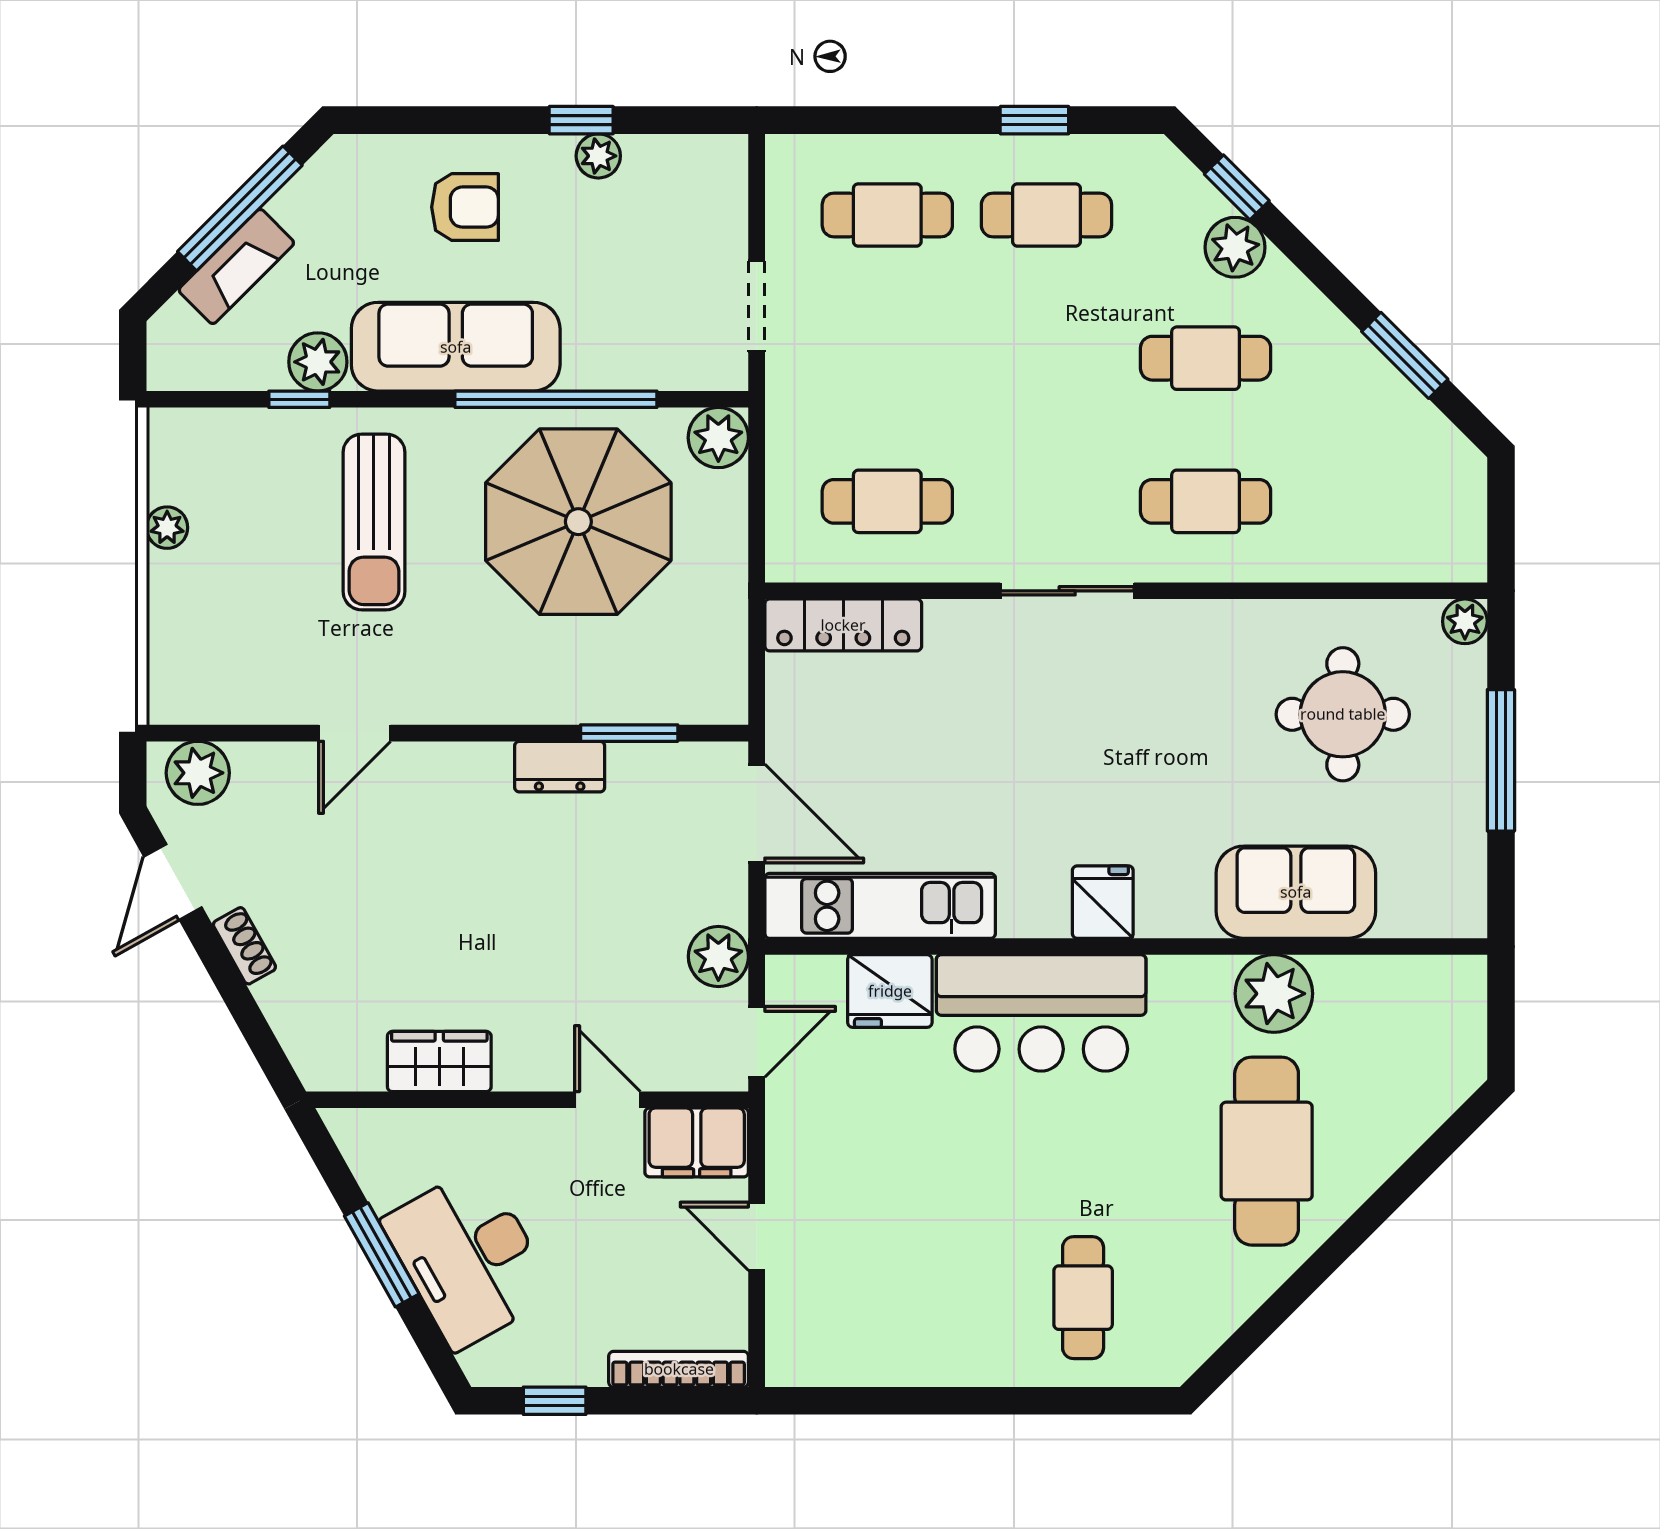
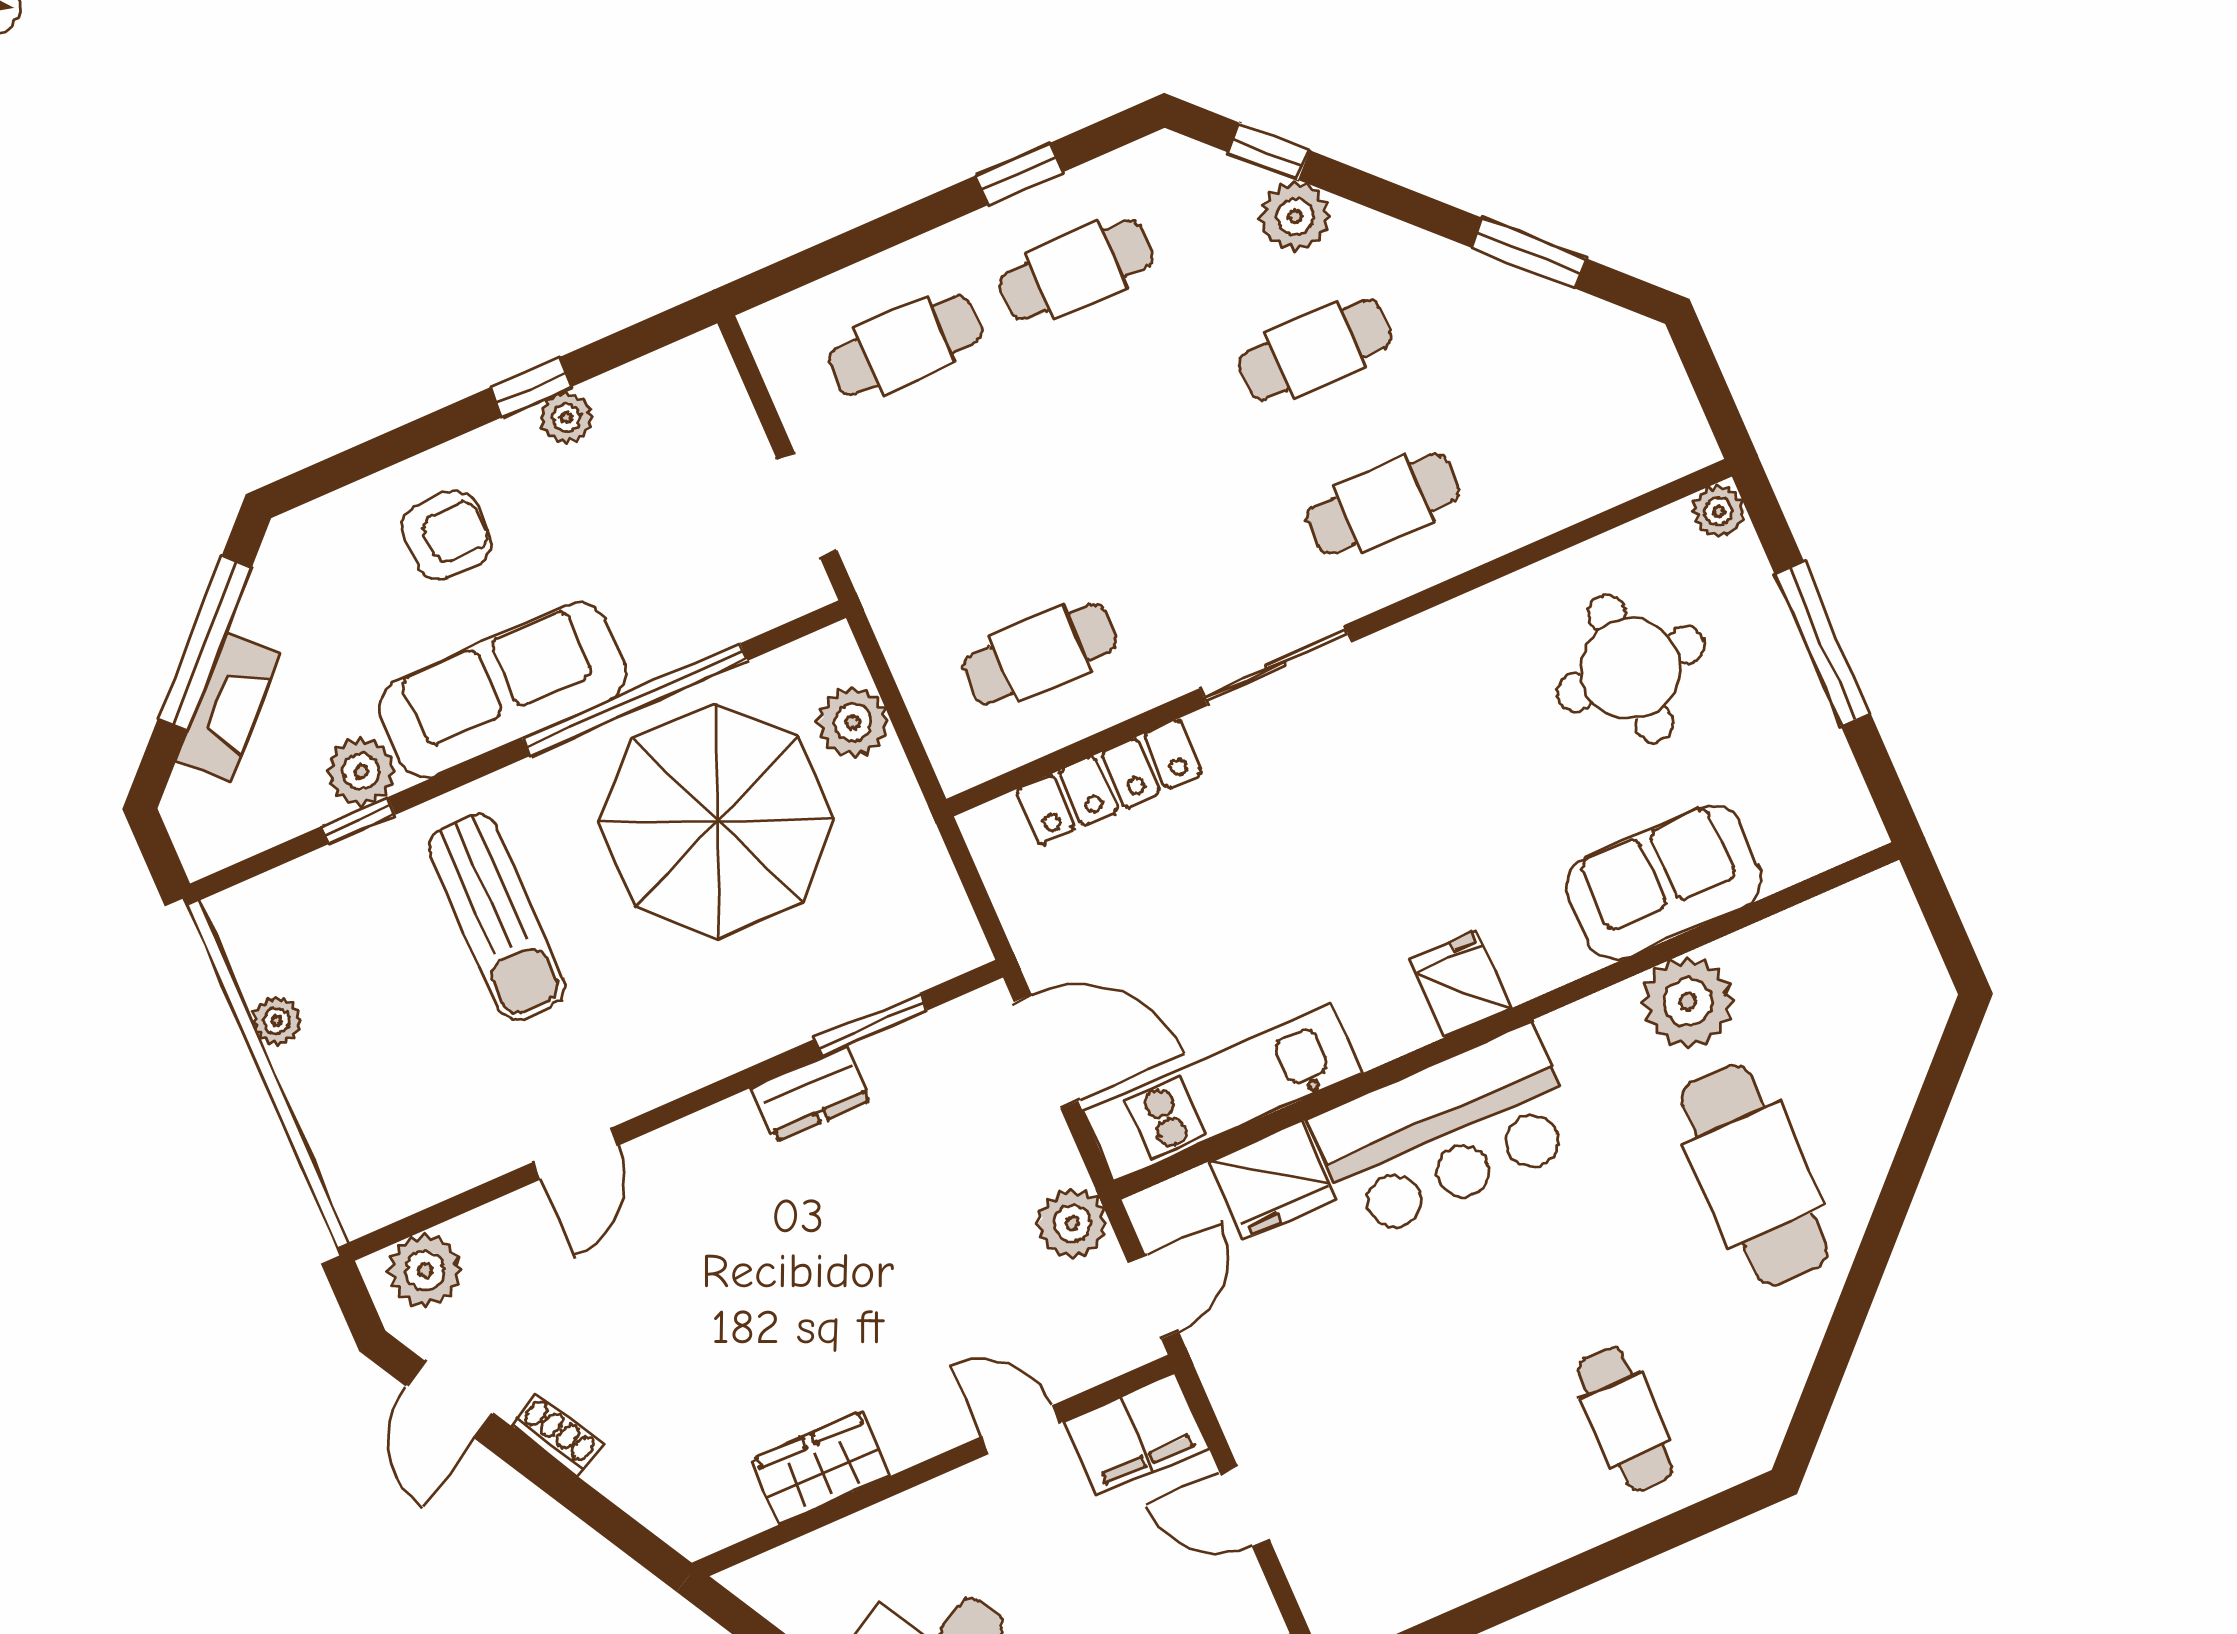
plant: (718, 438) -> (853, 722), moved
locker: (843, 625) -> (1109, 782), moved

